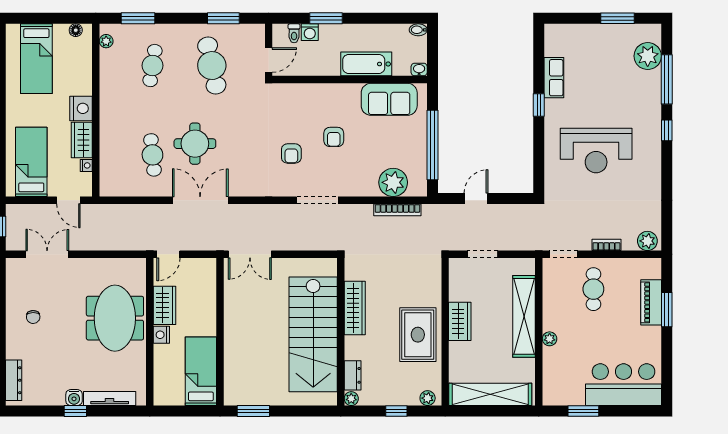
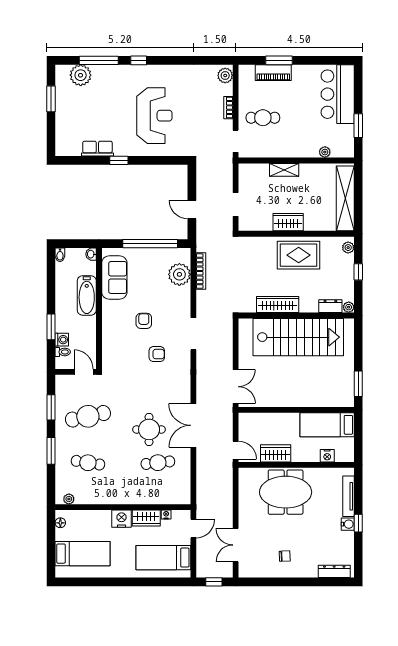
window: (138, 18) -> (51, 451), moved
armchair: (334, 137) -> (144, 321), turned -90
shelving: (524, 316) -> (284, 170), width x0.45, depth x0.75
nightstand: (161, 335) -> (327, 456), moved
plant: (550, 339) -> (325, 152), moved

